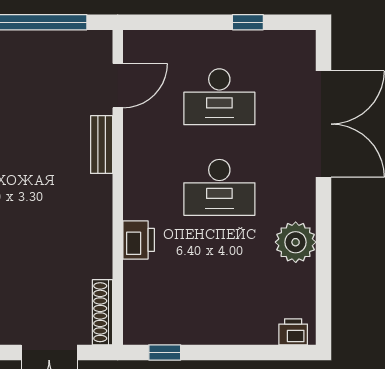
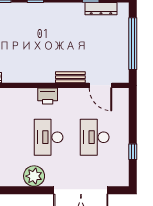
printer: (139, 240) -> (48, 96), moved
plant: (296, 242) -> (34, 176), moved

